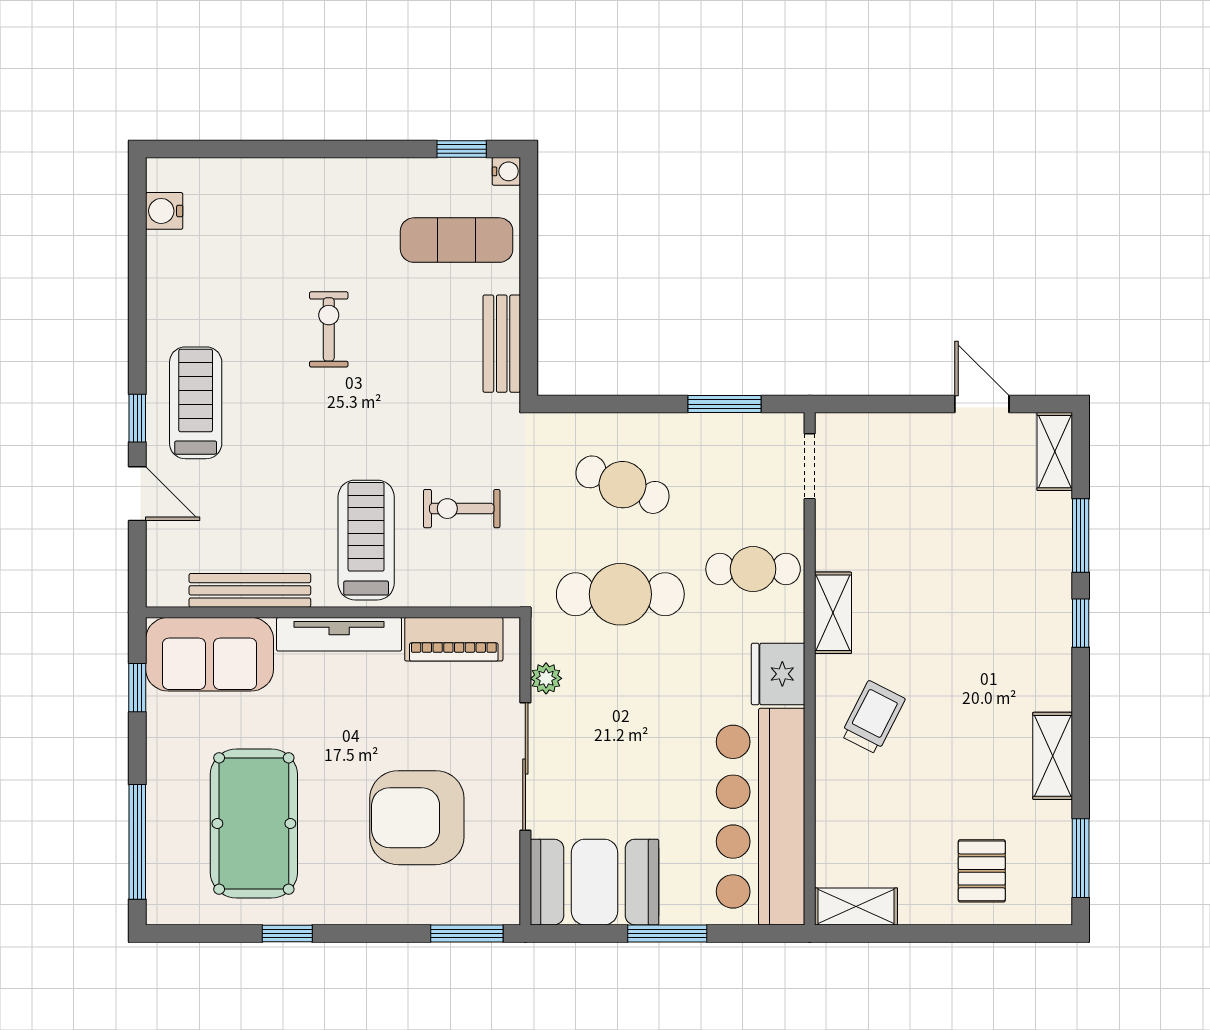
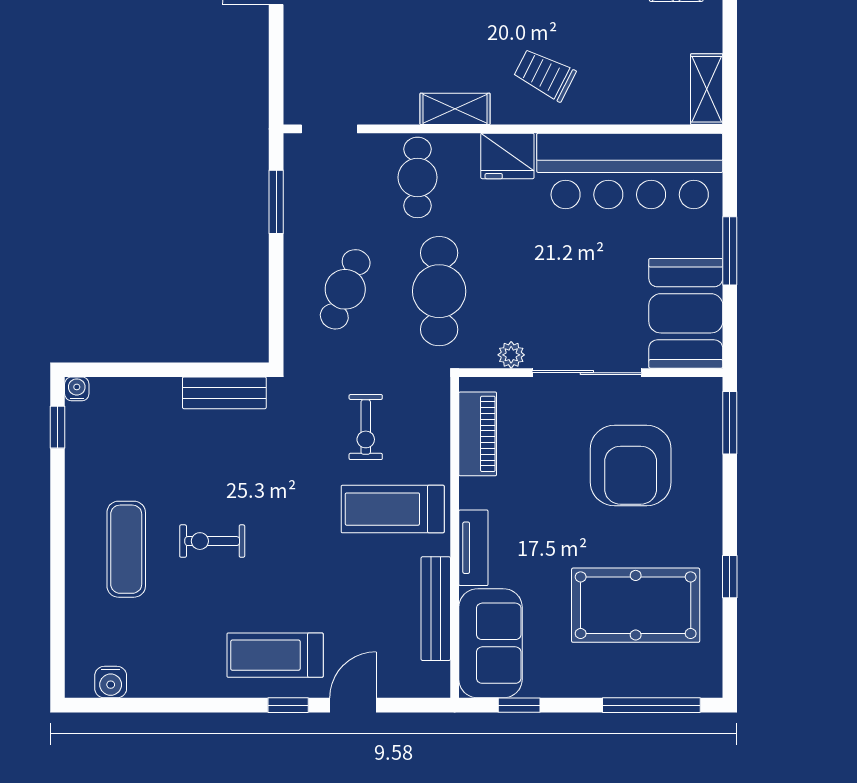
exercise mat: (457, 240) -> (126, 549), moved
tv unit: (339, 634) -> (473, 548), width x0.71

